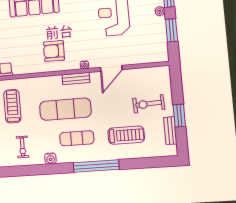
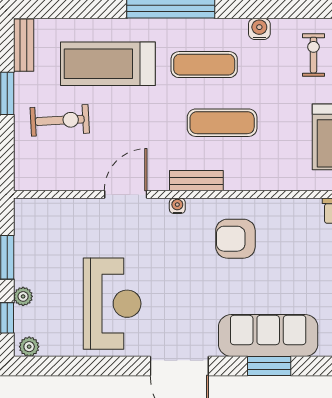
armchair: (54, 51) -> (235, 239), turned 180
exercise mat: (65, 109) -> (222, 123), width x0.73, depth x0.69
bench: (170, 131) -> (24, 45), moved
treadmill: (126, 135) -> (108, 64), width x1.37, depth x1.38

